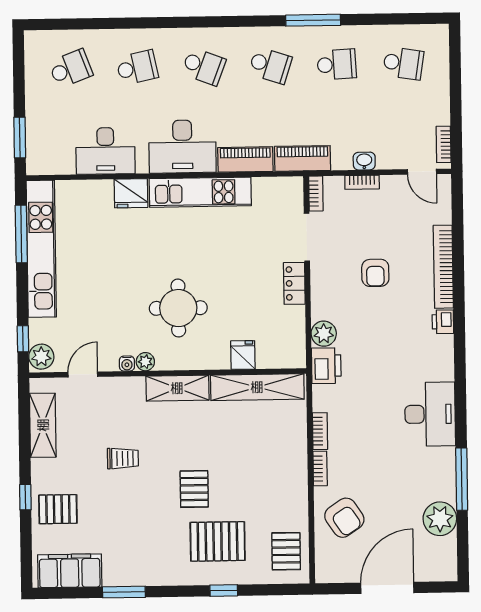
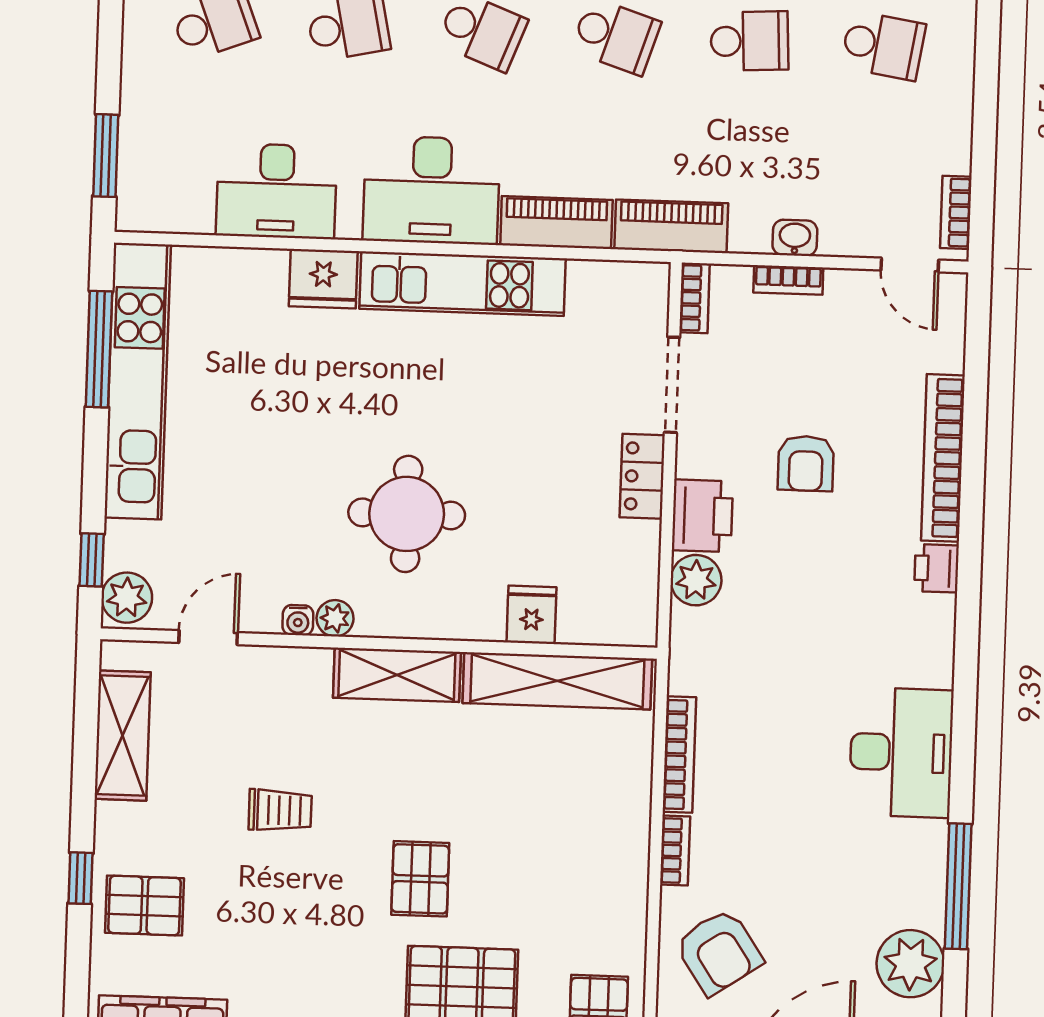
printer: (326, 366) -> (702, 516), moved
bookcase: (320, 431) -> (679, 755), width x1.56

